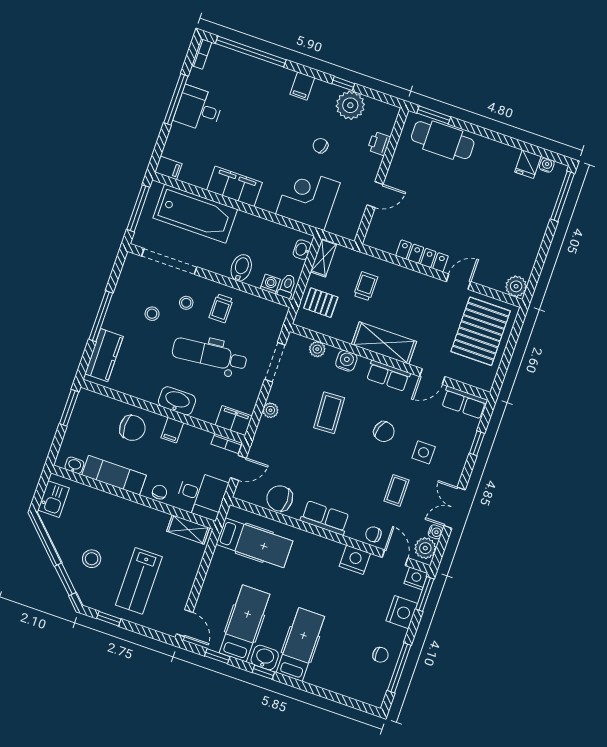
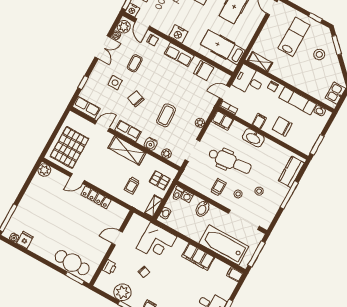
nightstand: (355, 560) -> (178, 34), moved

